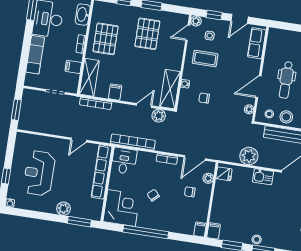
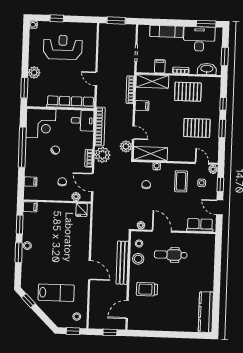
plant: (249, 156) -> (102, 155), moved
kitchen sink: (263, 177) -> (83, 245), removed
filing cabinet: (200, 229) -> (31, 182), moved

